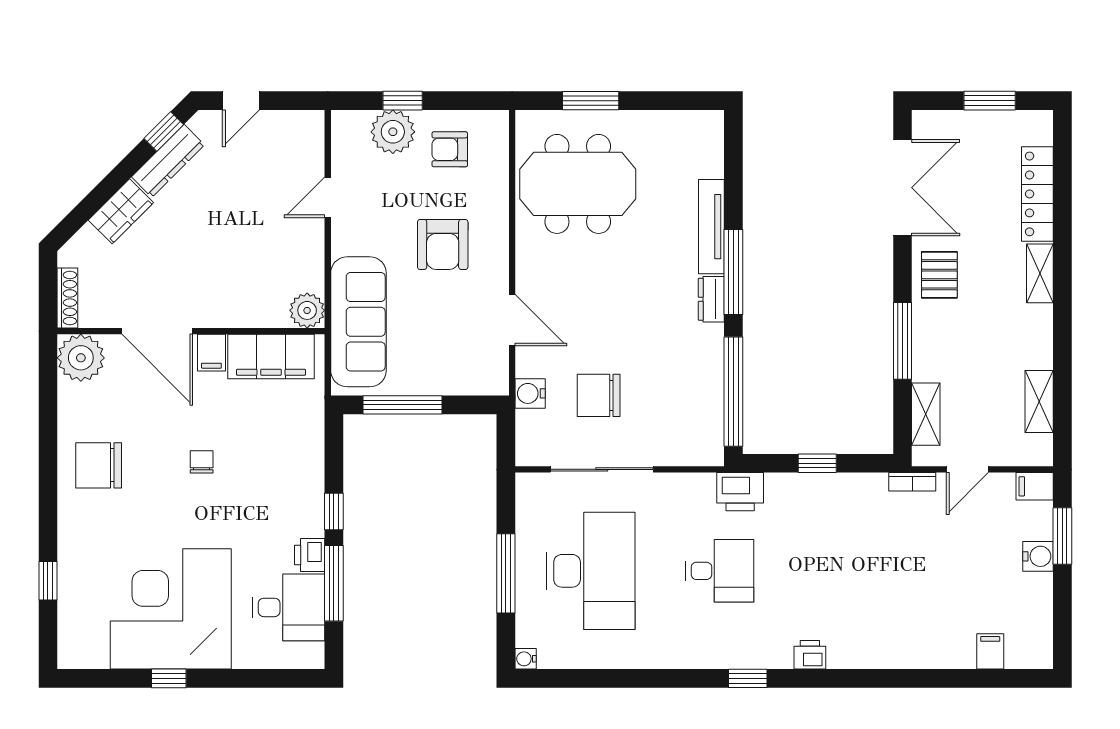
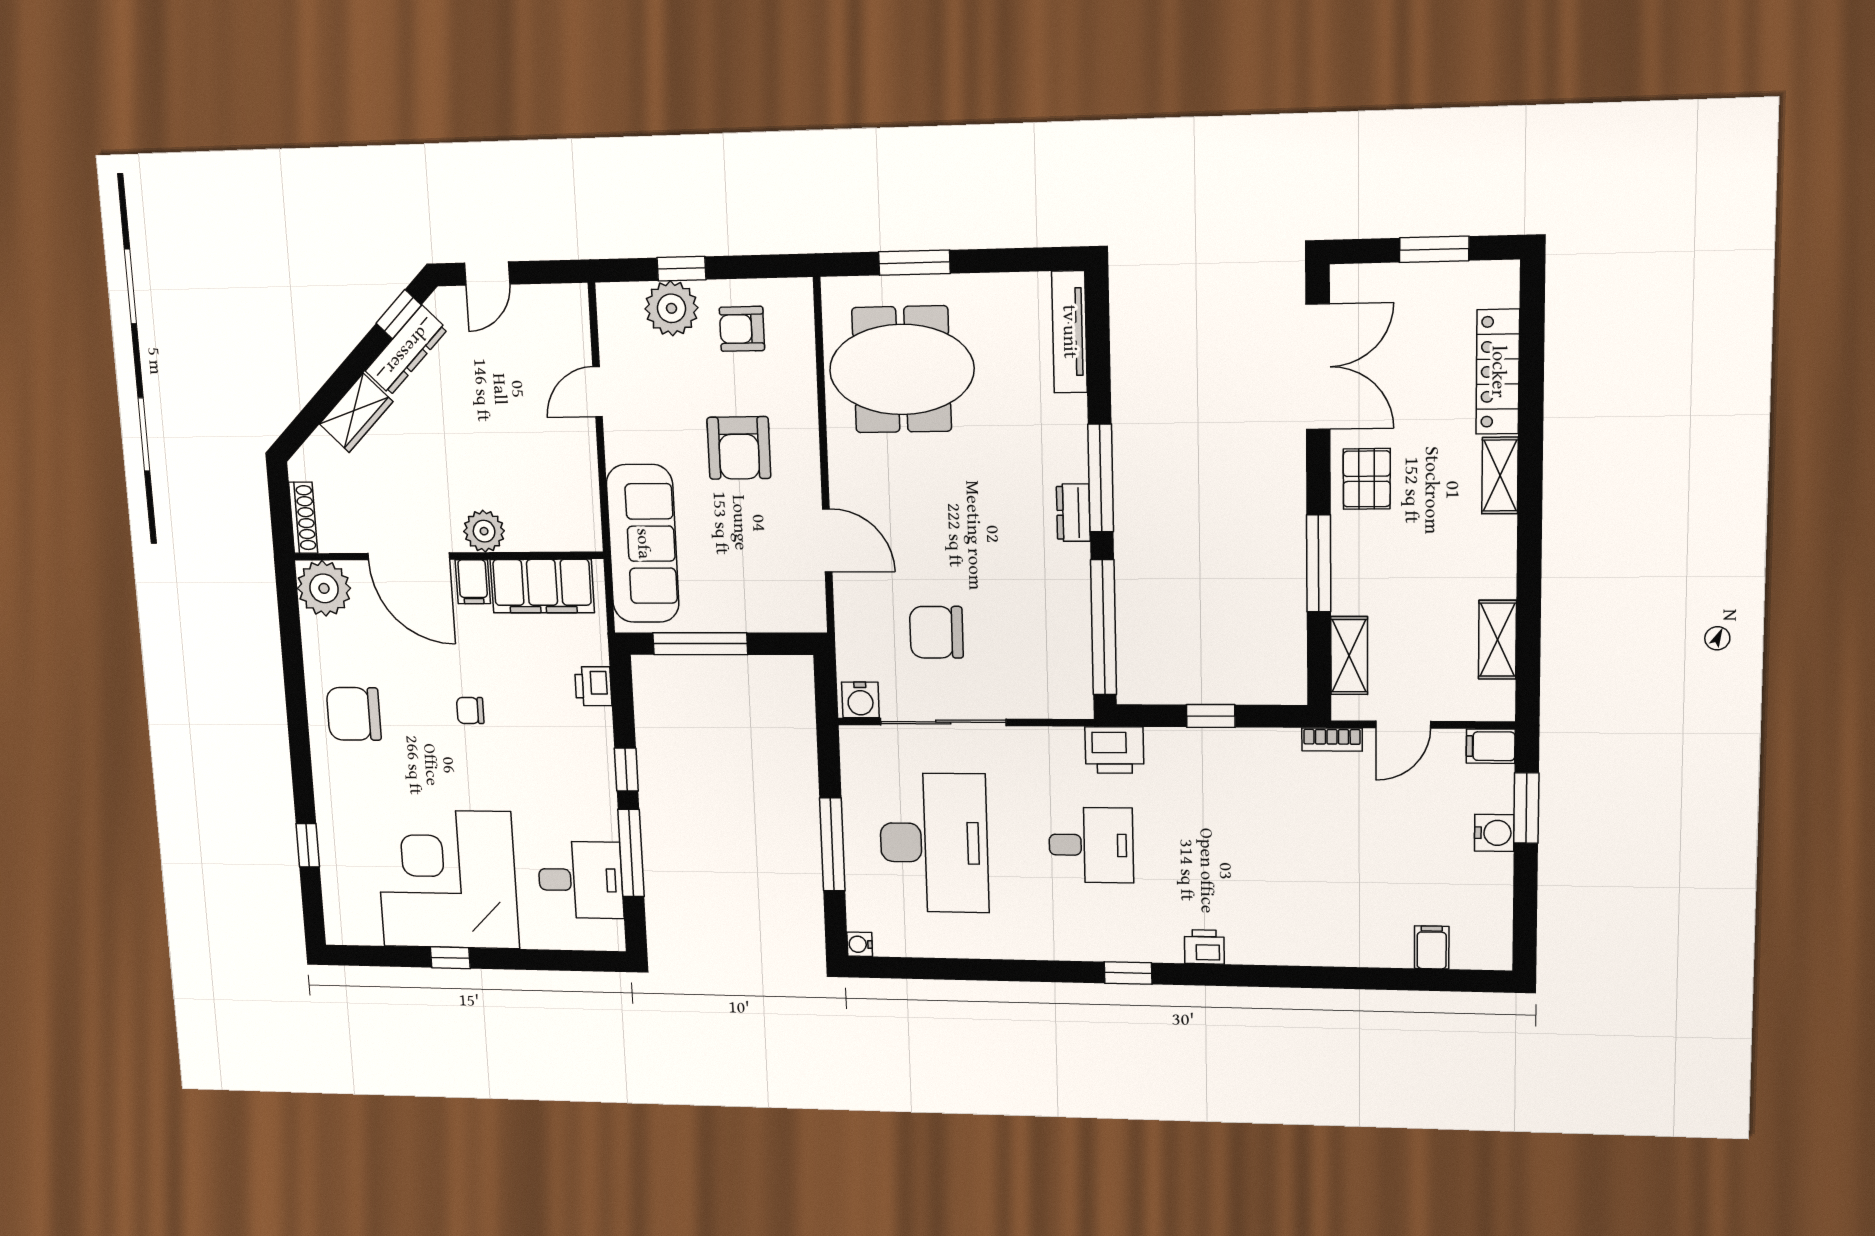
tv unit: (711, 227) -> (1069, 332), moved
plant: (307, 310) -> (484, 531), moved
water cooler: (530, 393) -> (860, 700), moved, turned -90
chair: (202, 462) -> (470, 711), turned -90
printer: (310, 555) -> (593, 686), moved

